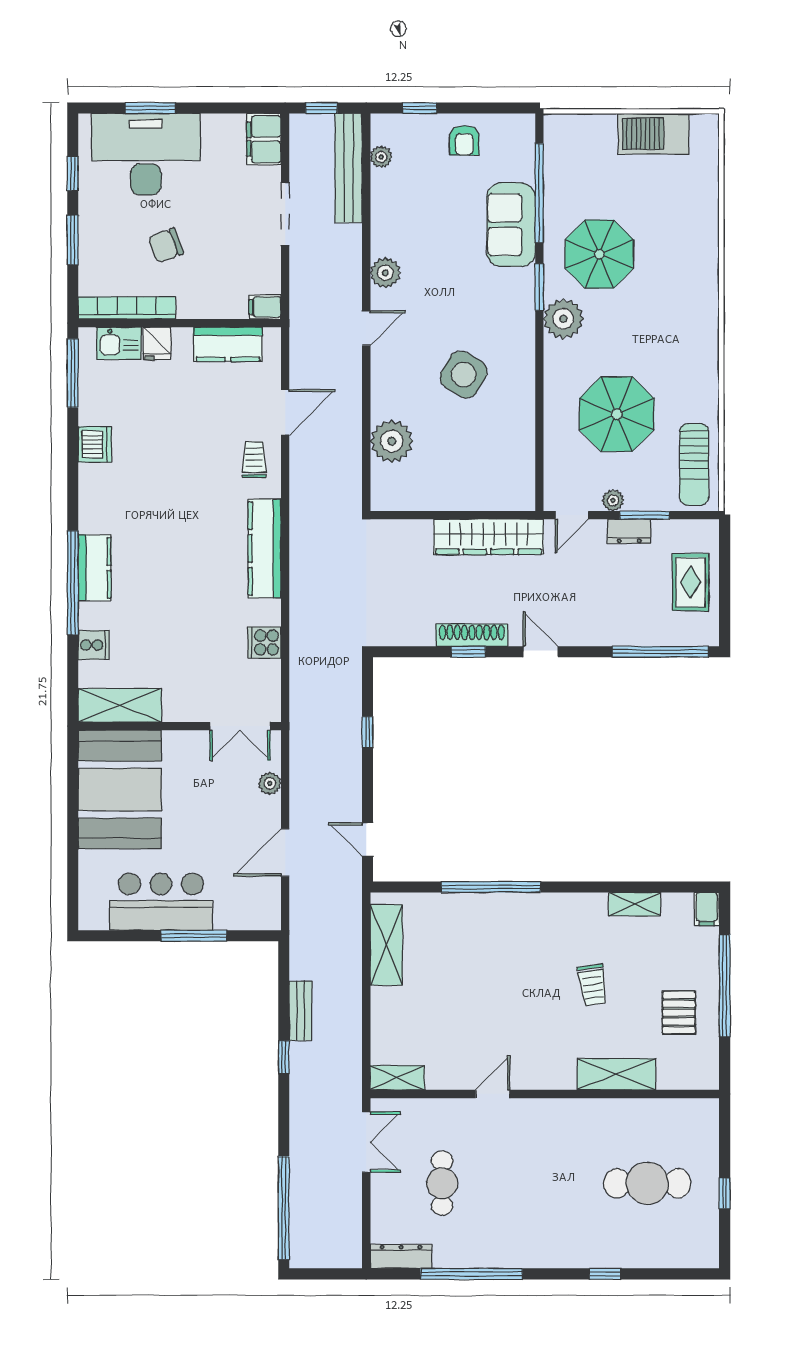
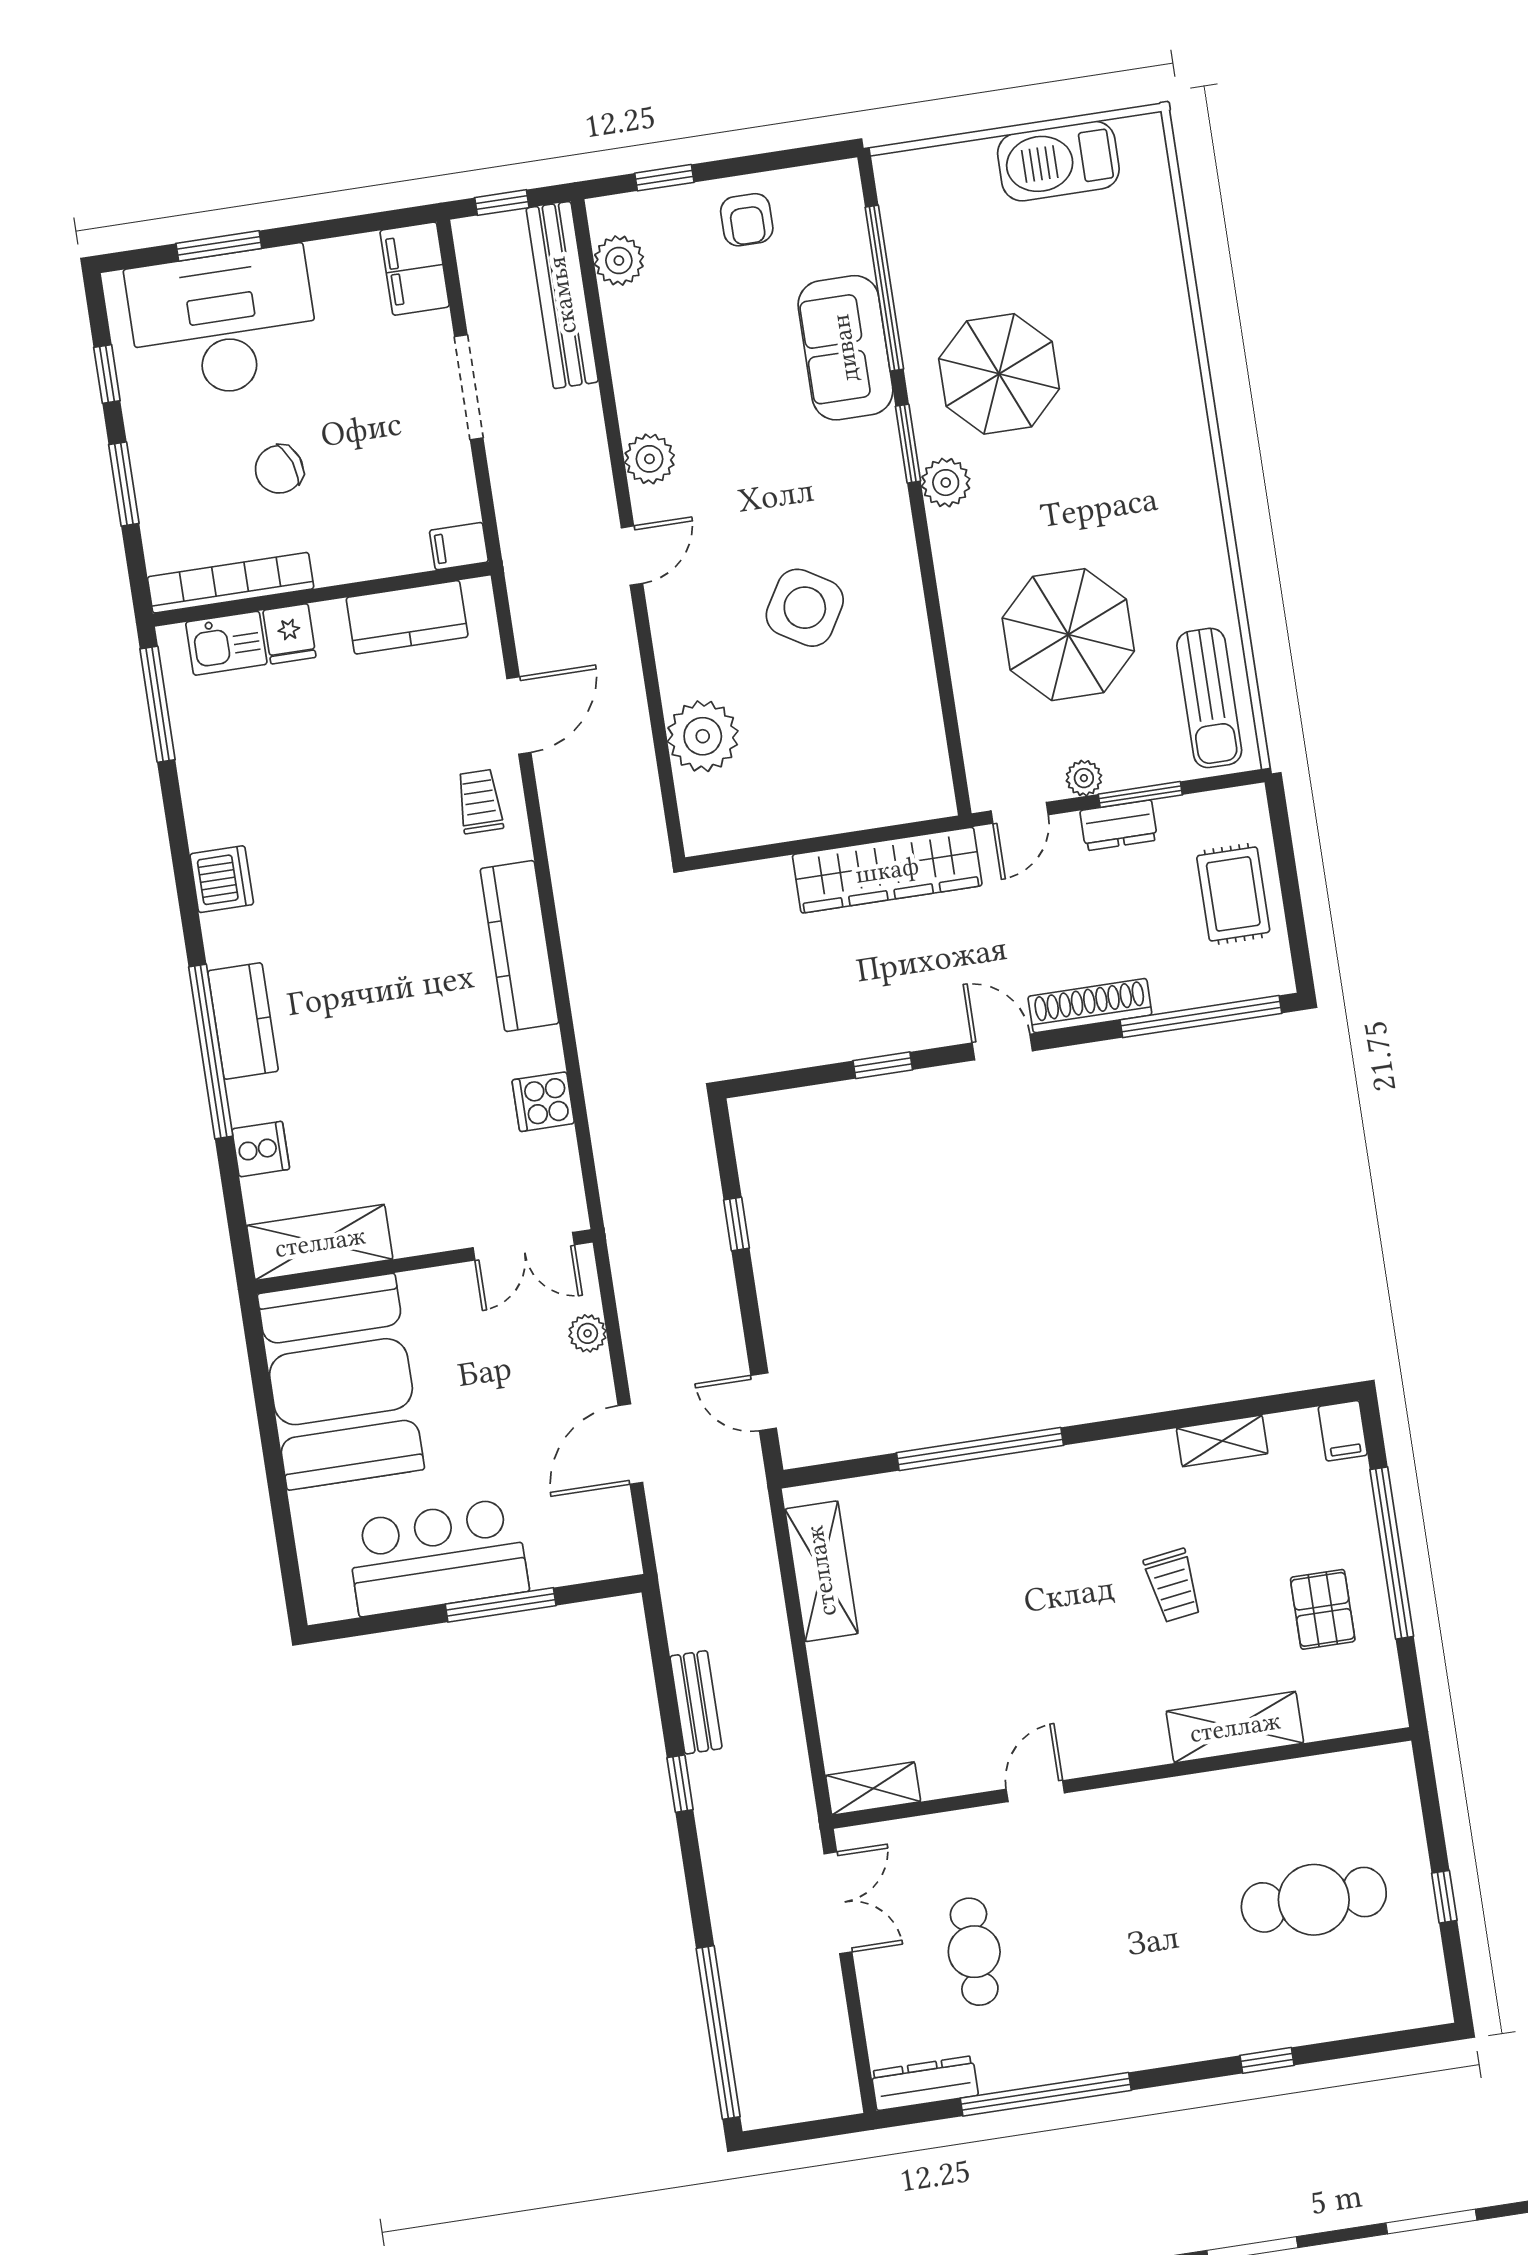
plant: (381, 157) -> (619, 261), width x1.38, depth x1.38
plant: (563, 319) -> (946, 483), width x0.73, depth x0.73
dishwasher: (95, 444) -> (222, 879), moved
shoe rack: (472, 635) -> (1090, 1006), moved

